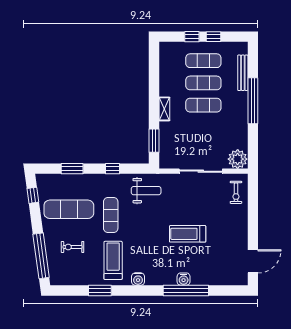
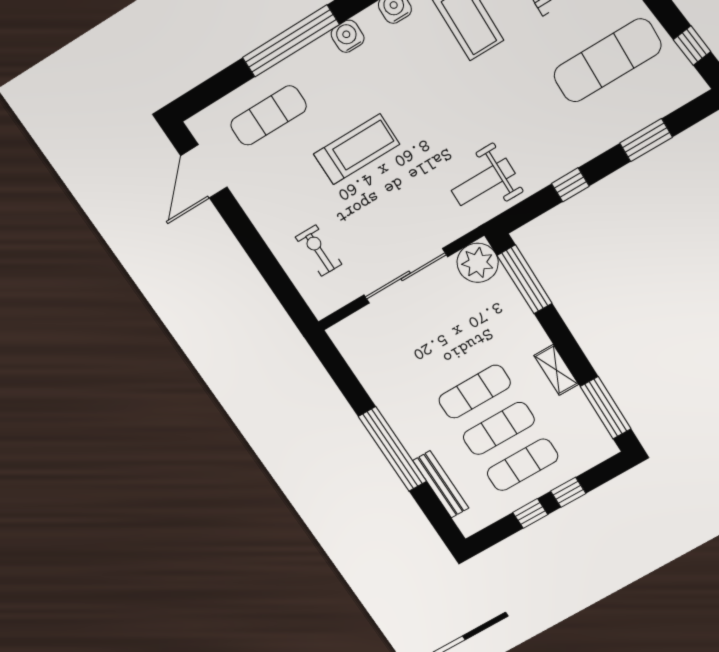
window: (154, 65) -> (606, 408), added
shelving: (164, 109) -> (556, 370), moved
window: (154, 141) -> (525, 279), width x1.44
plant: (238, 159) -> (478, 263), moved
exercise bike: (236, 192) -> (319, 251), moved
exercise mat: (111, 215) -> (269, 115), moved, turned 90
water cooler: (184, 279) -> (348, 36), moved

